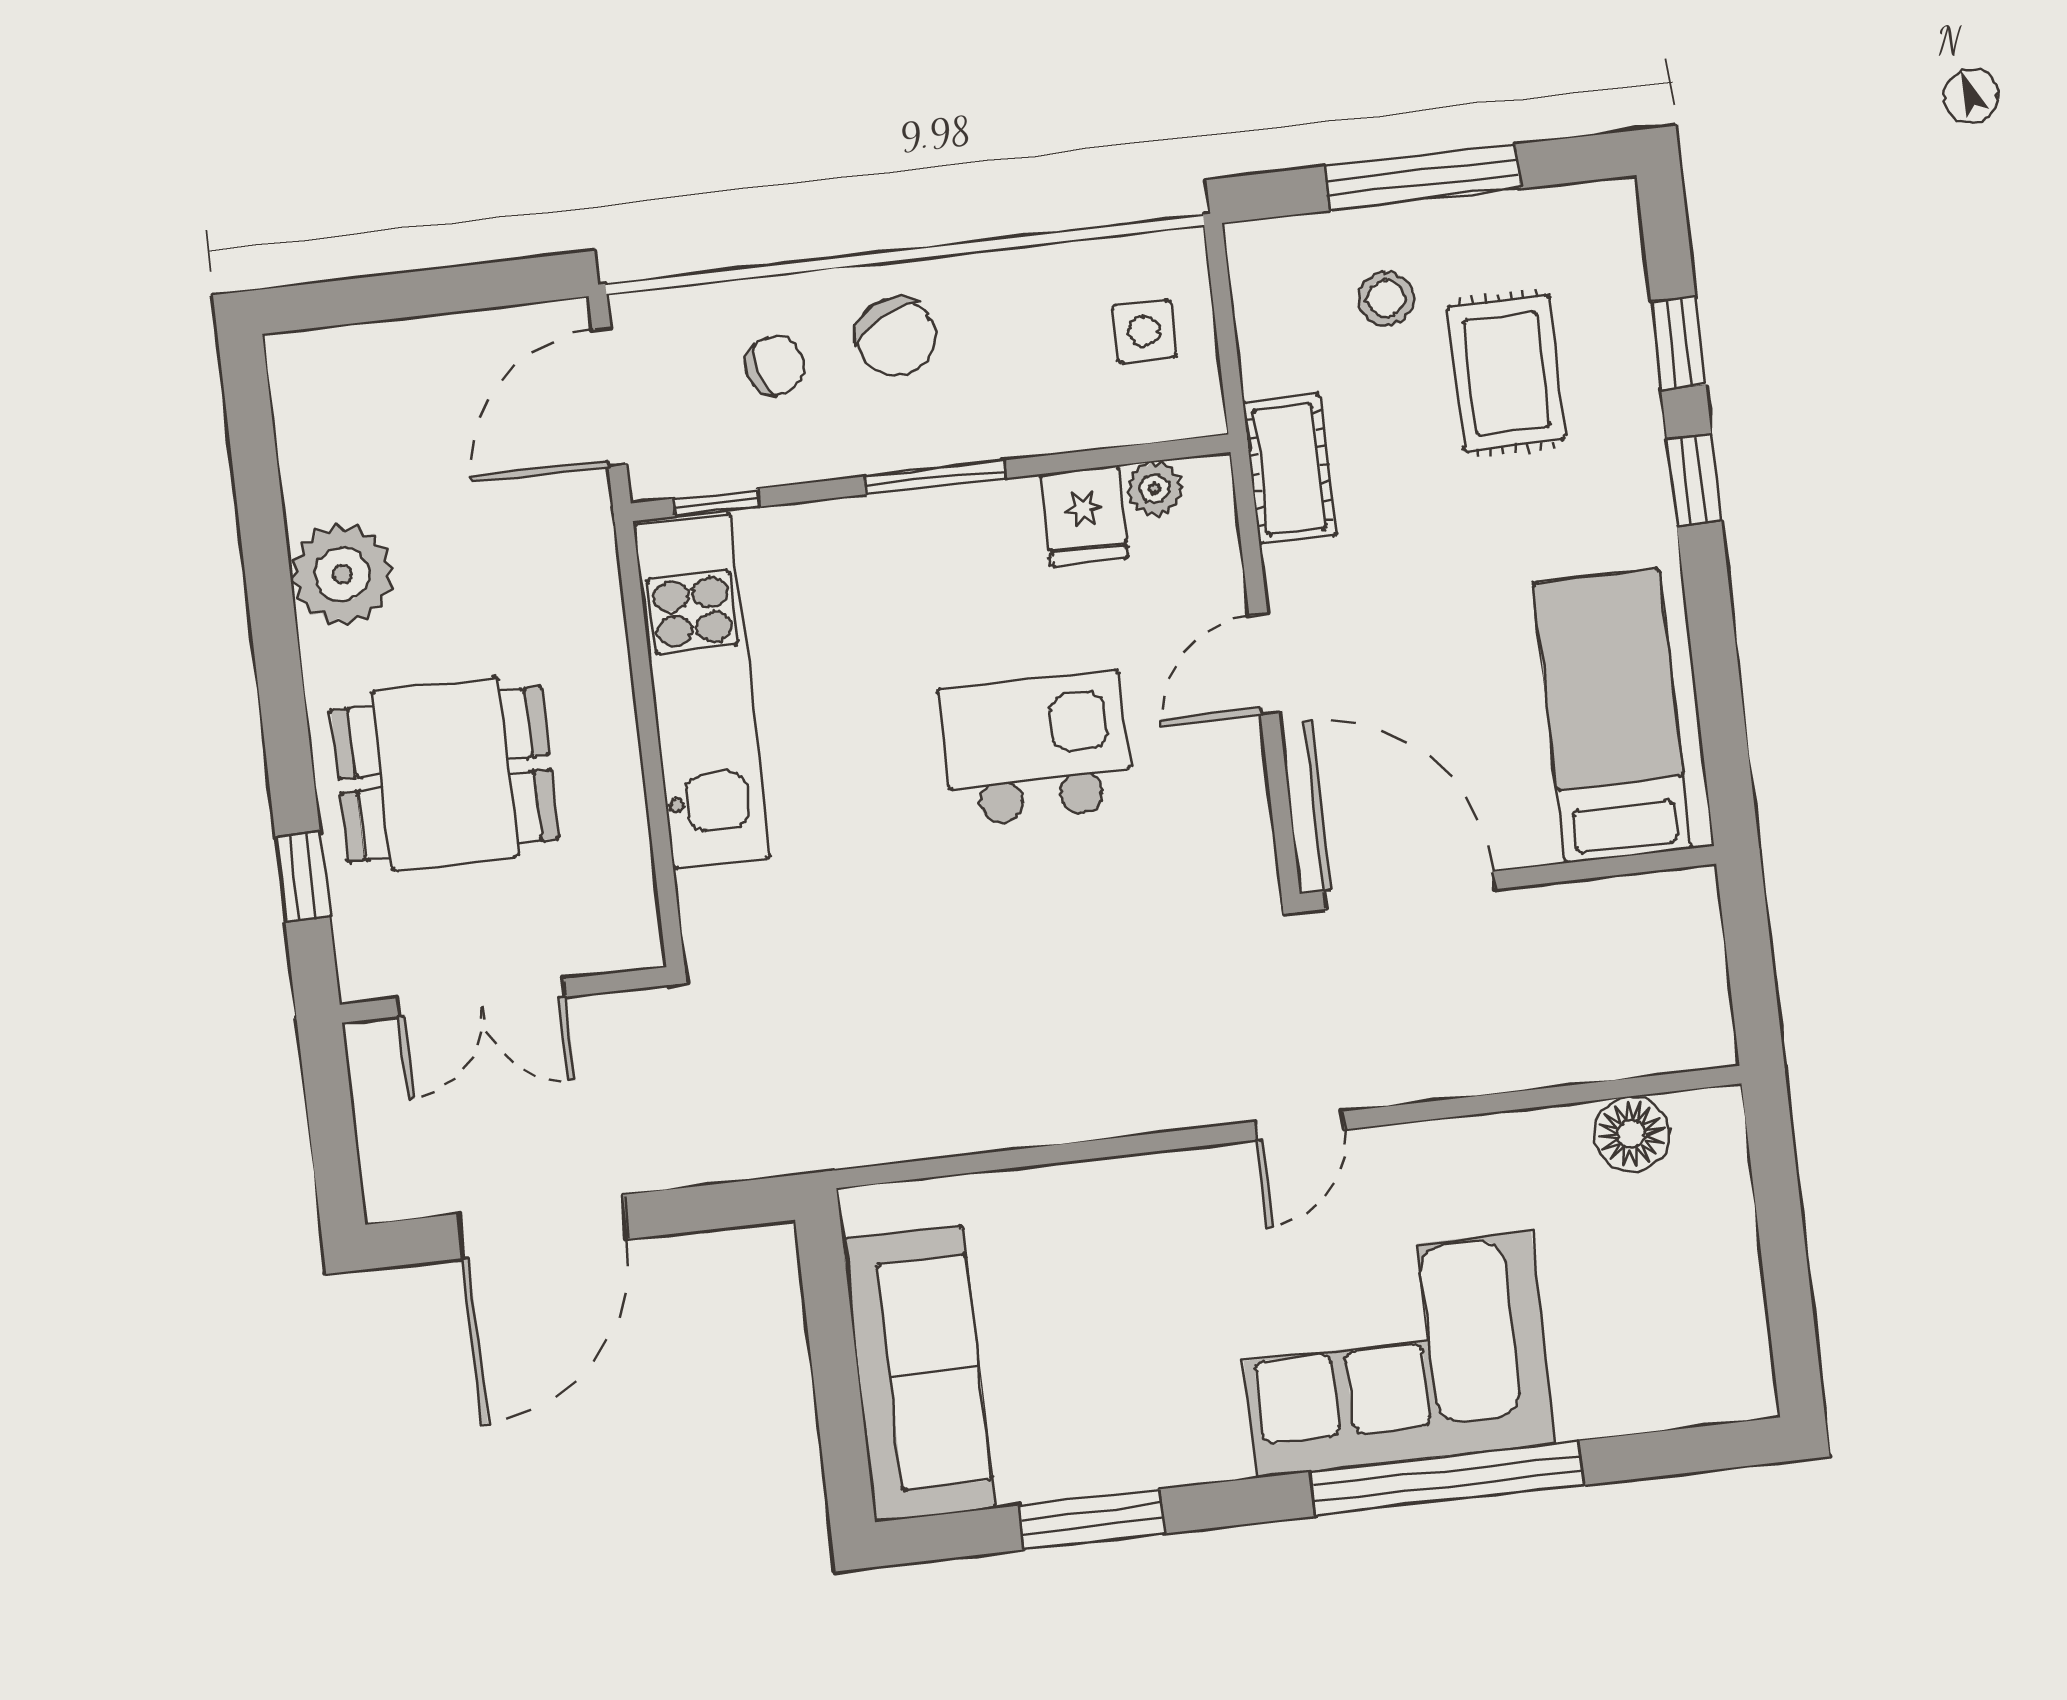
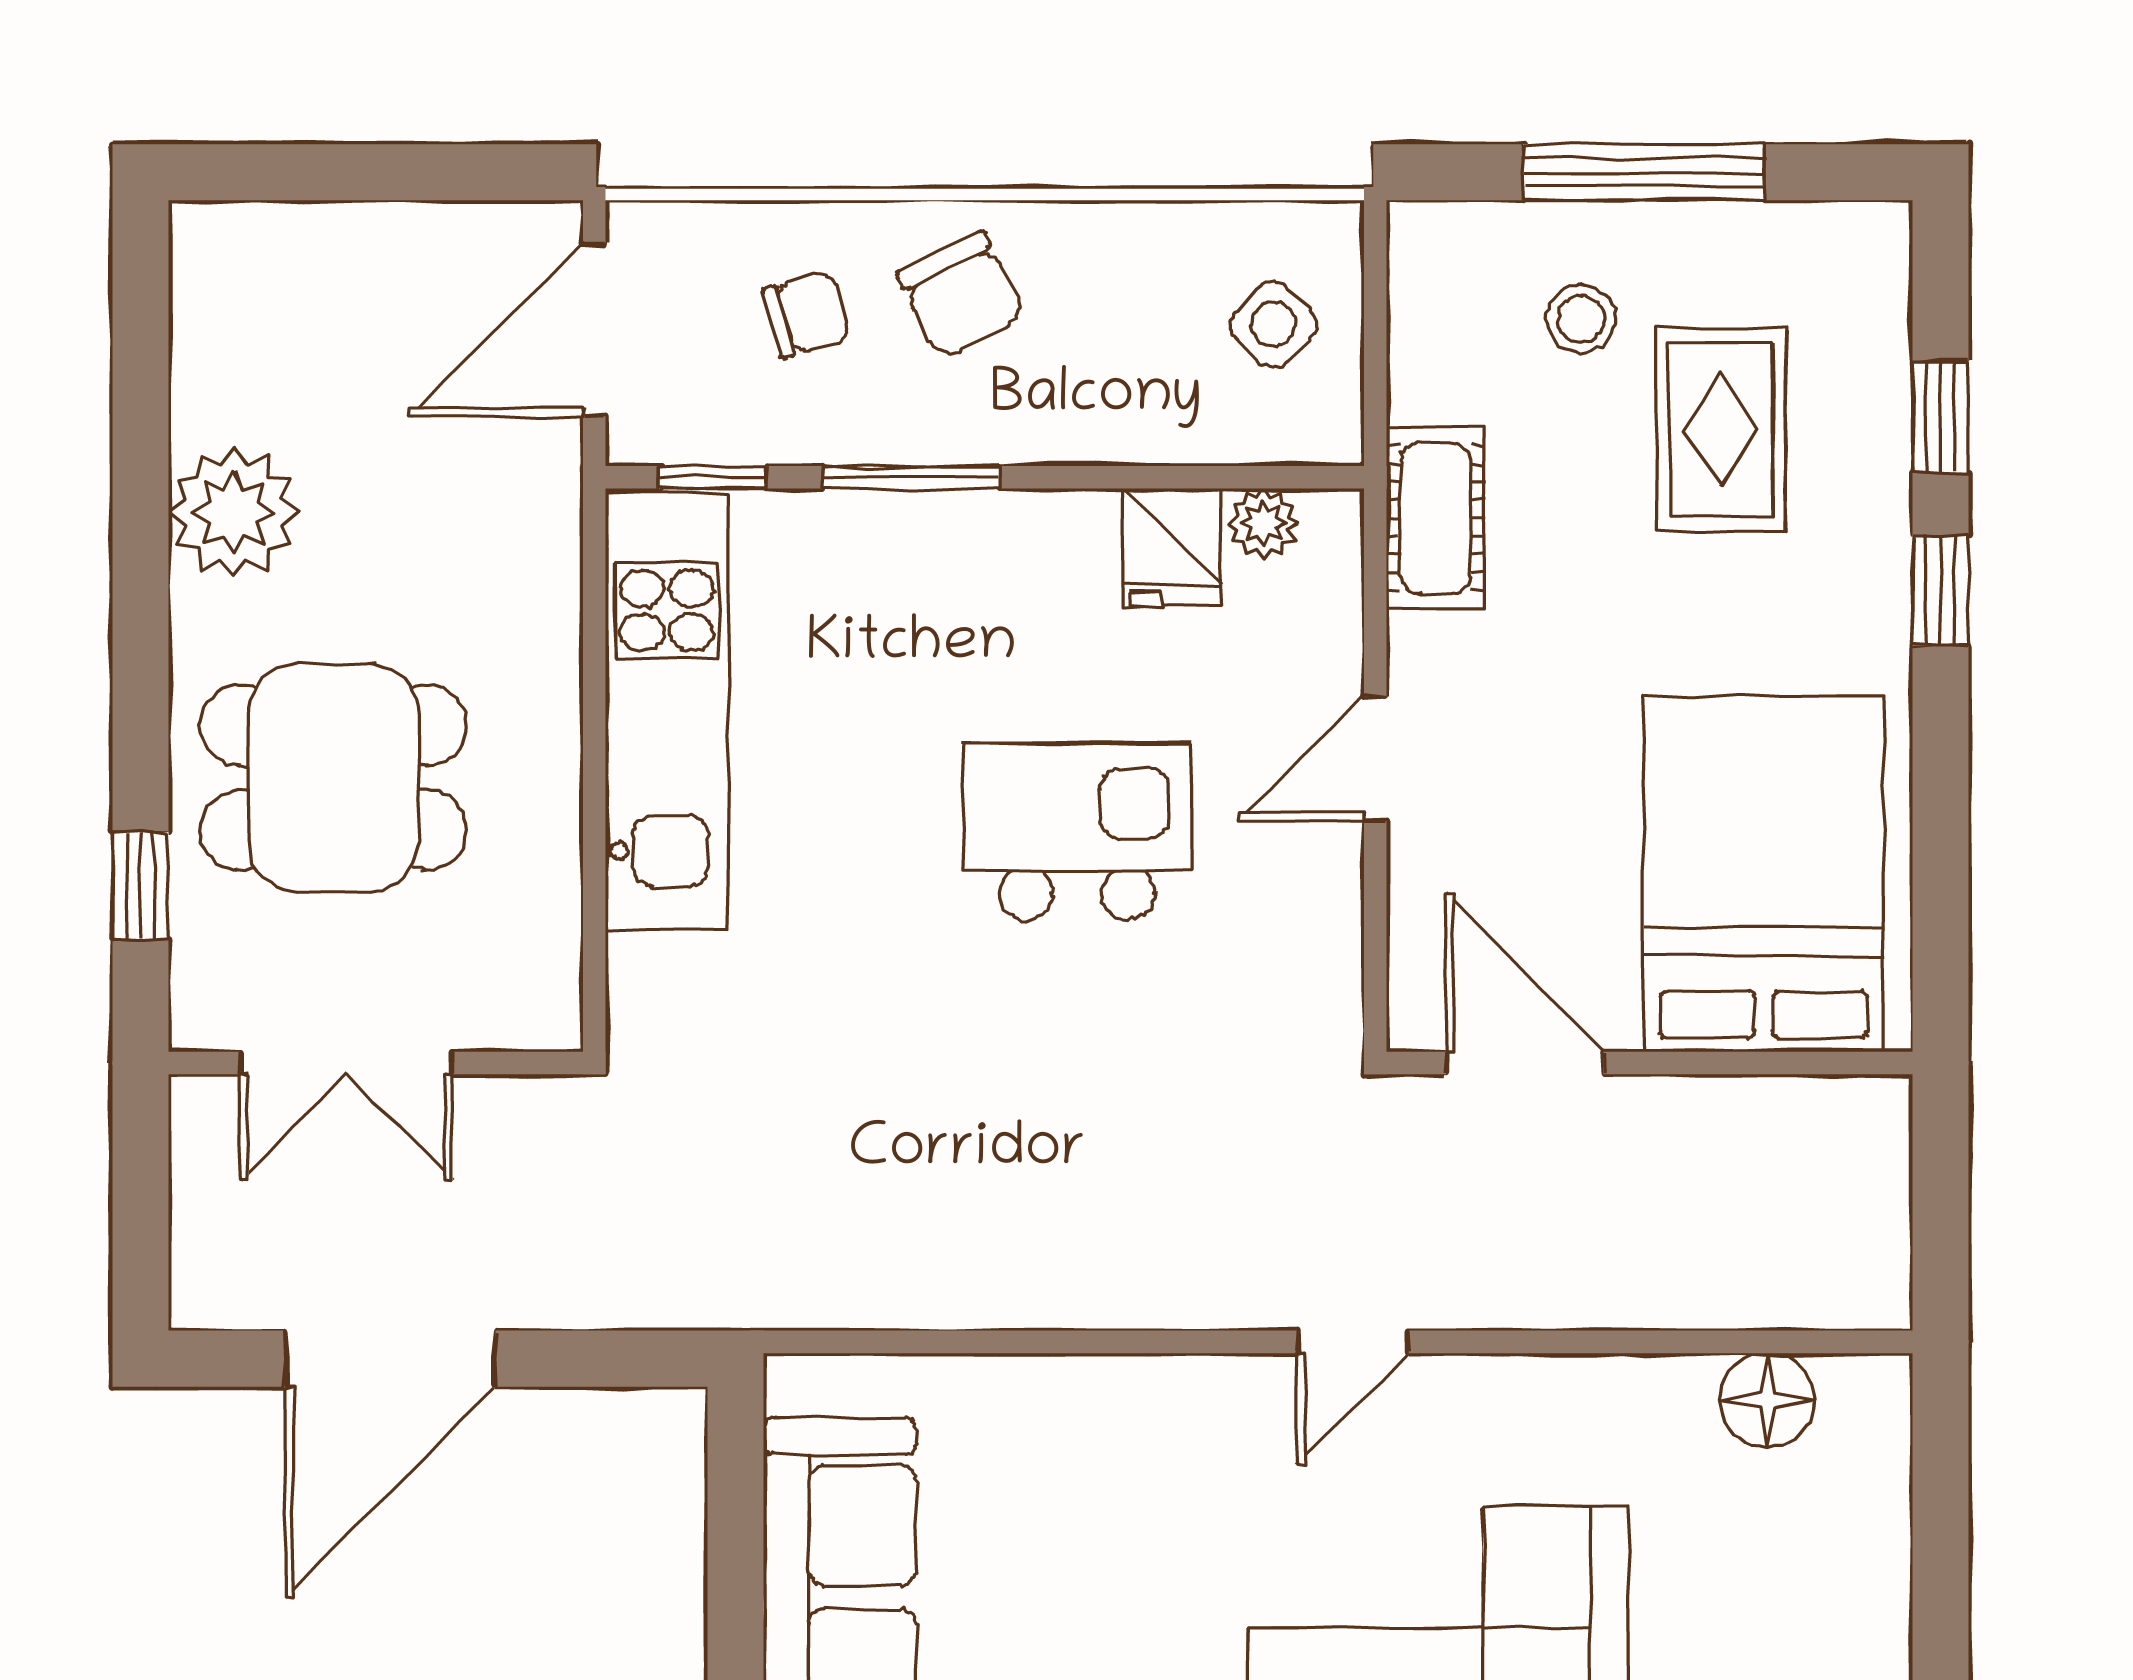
side table: (1144, 331) -> (1273, 325), turned 45
window: (935, 477) -> (911, 477), moved
bed: (1612, 716) -> (1764, 874), width x1.50
door: (1410, 890) -> (1525, 1063), width x0.73

